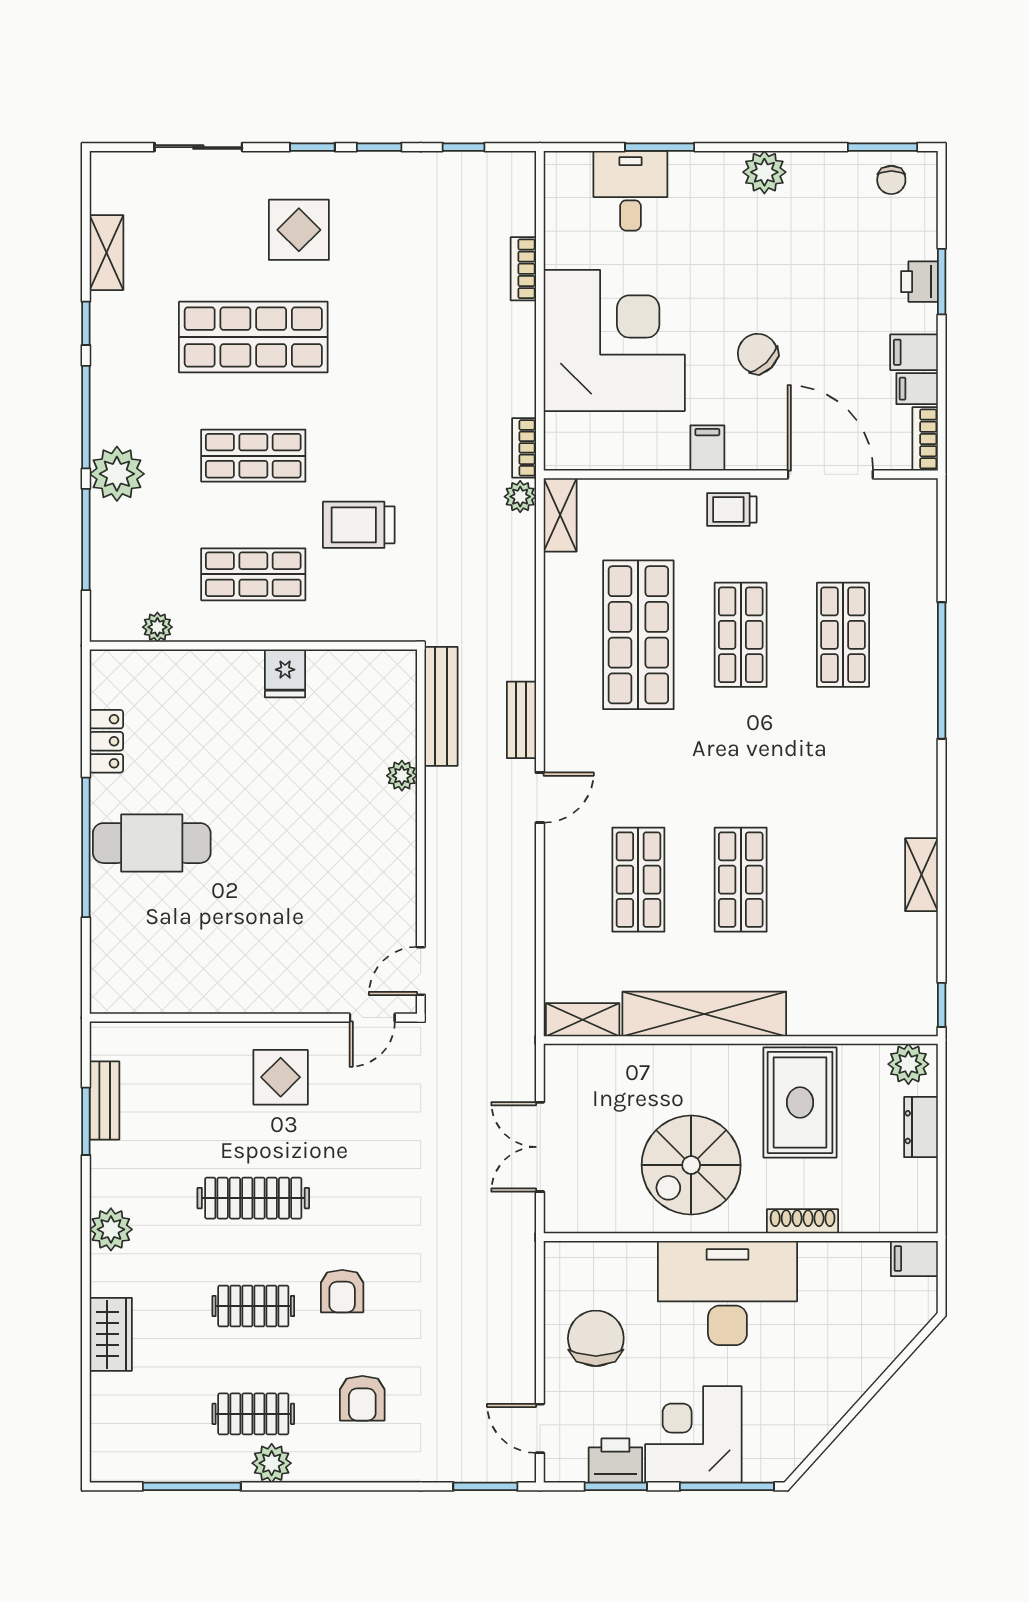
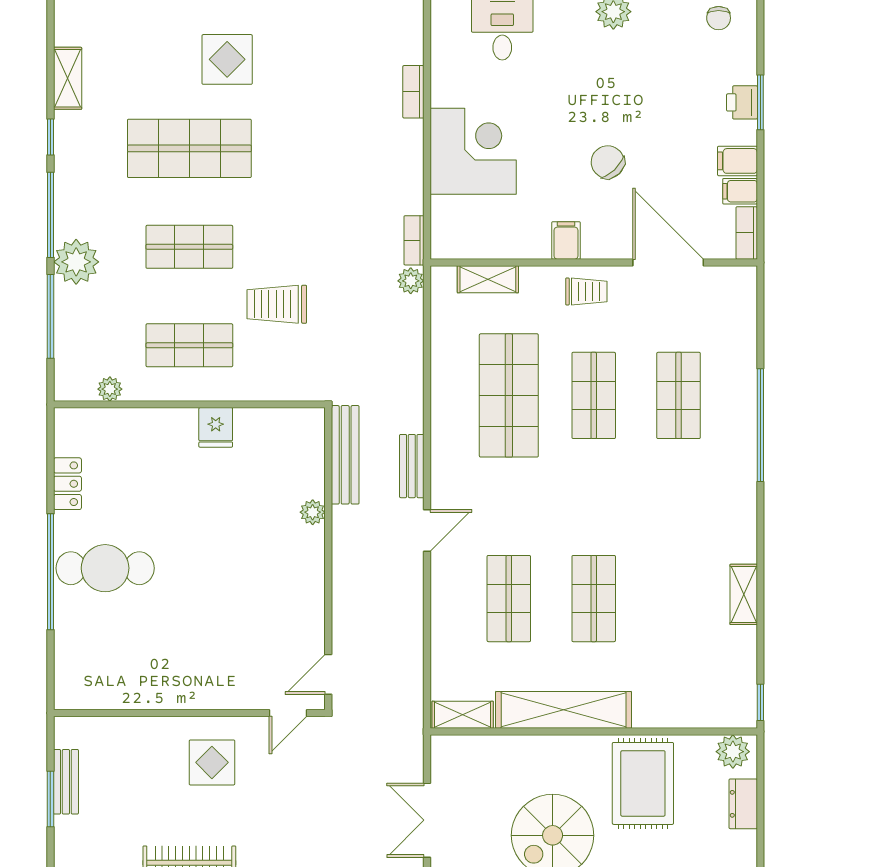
corner desk: (614, 340) -> (473, 151), width x0.74, depth x0.74
trolley: (732, 509) -> (586, 291), turned 180
shelving: (560, 515) -> (488, 279), moved, turned 90

